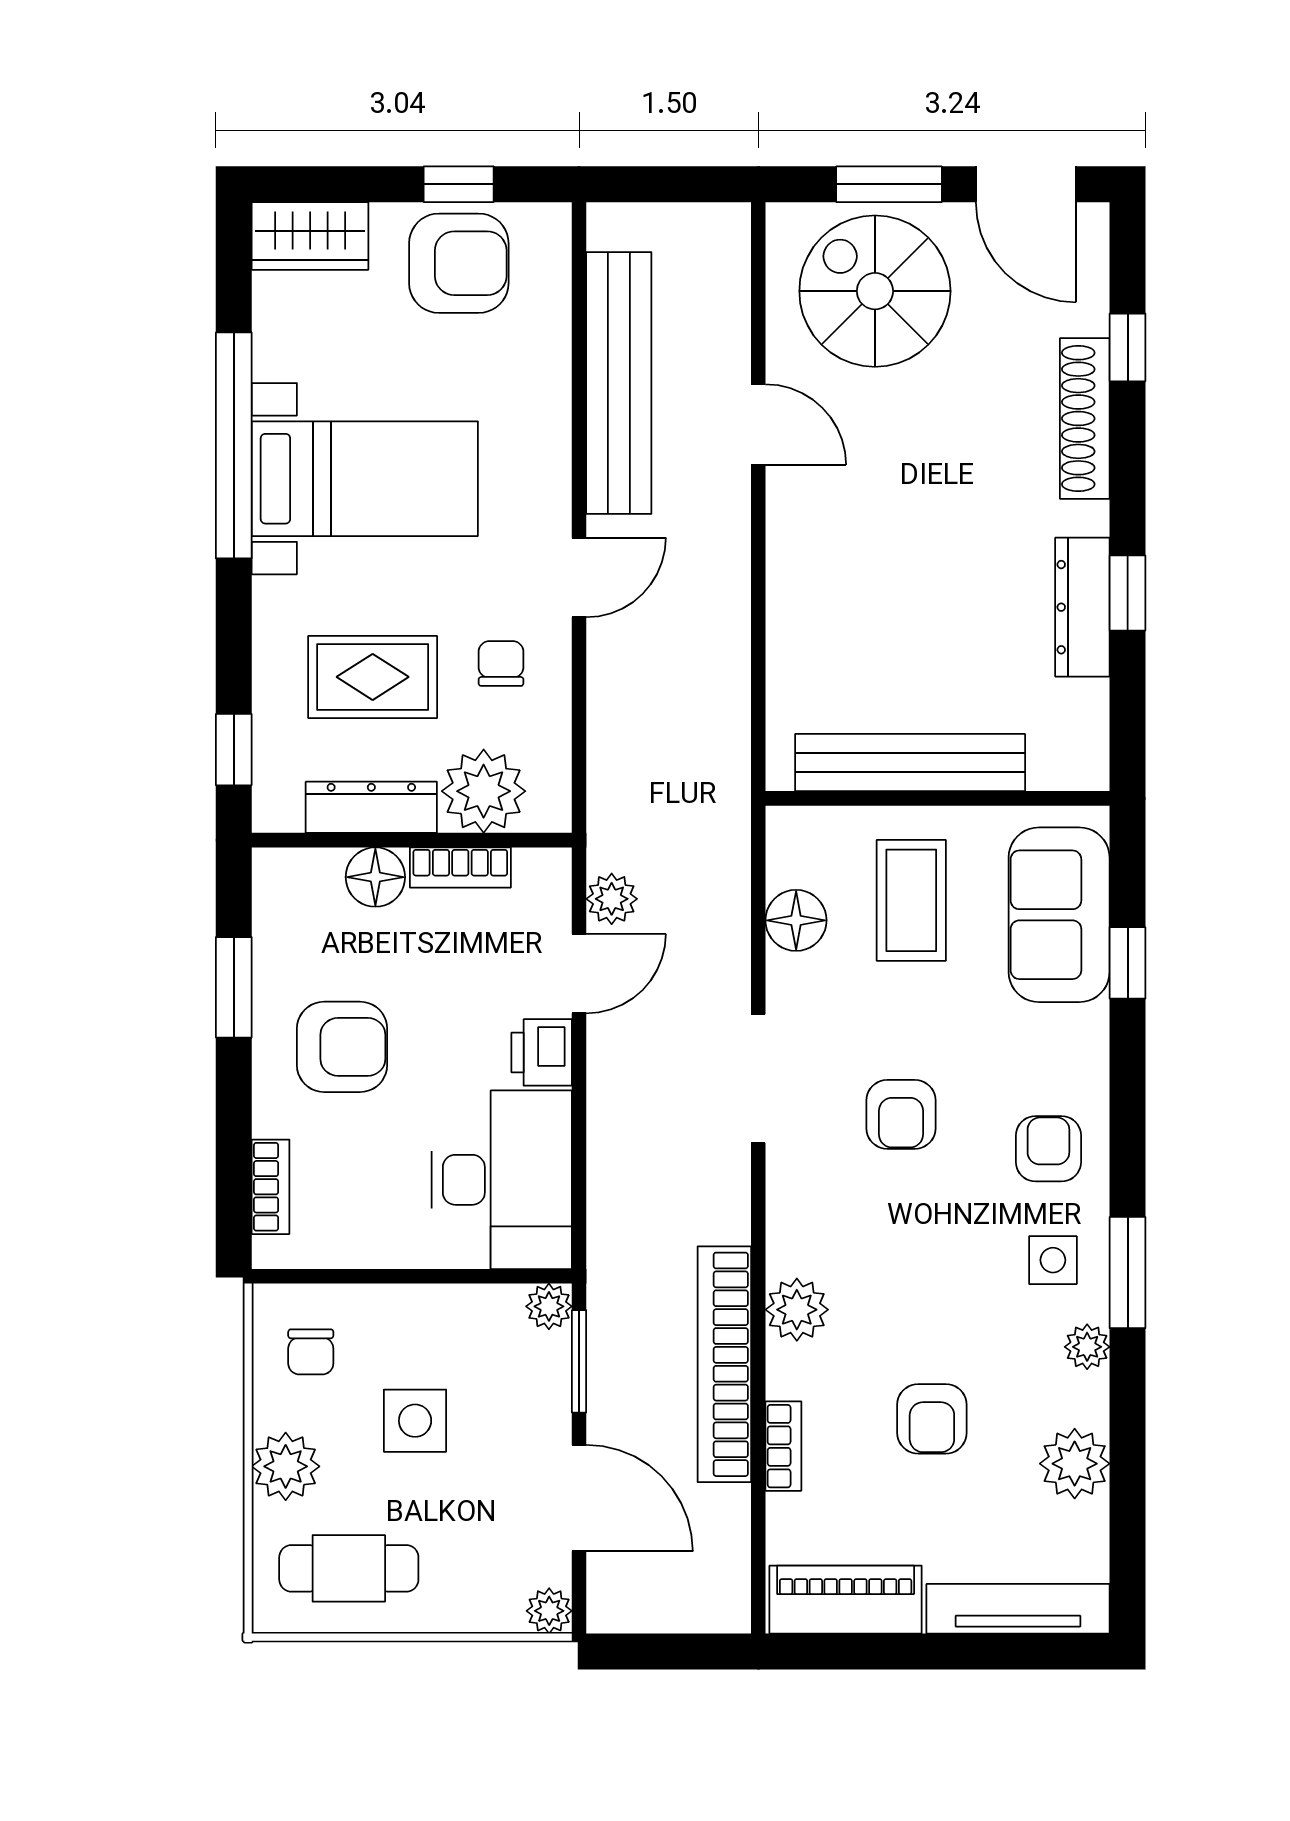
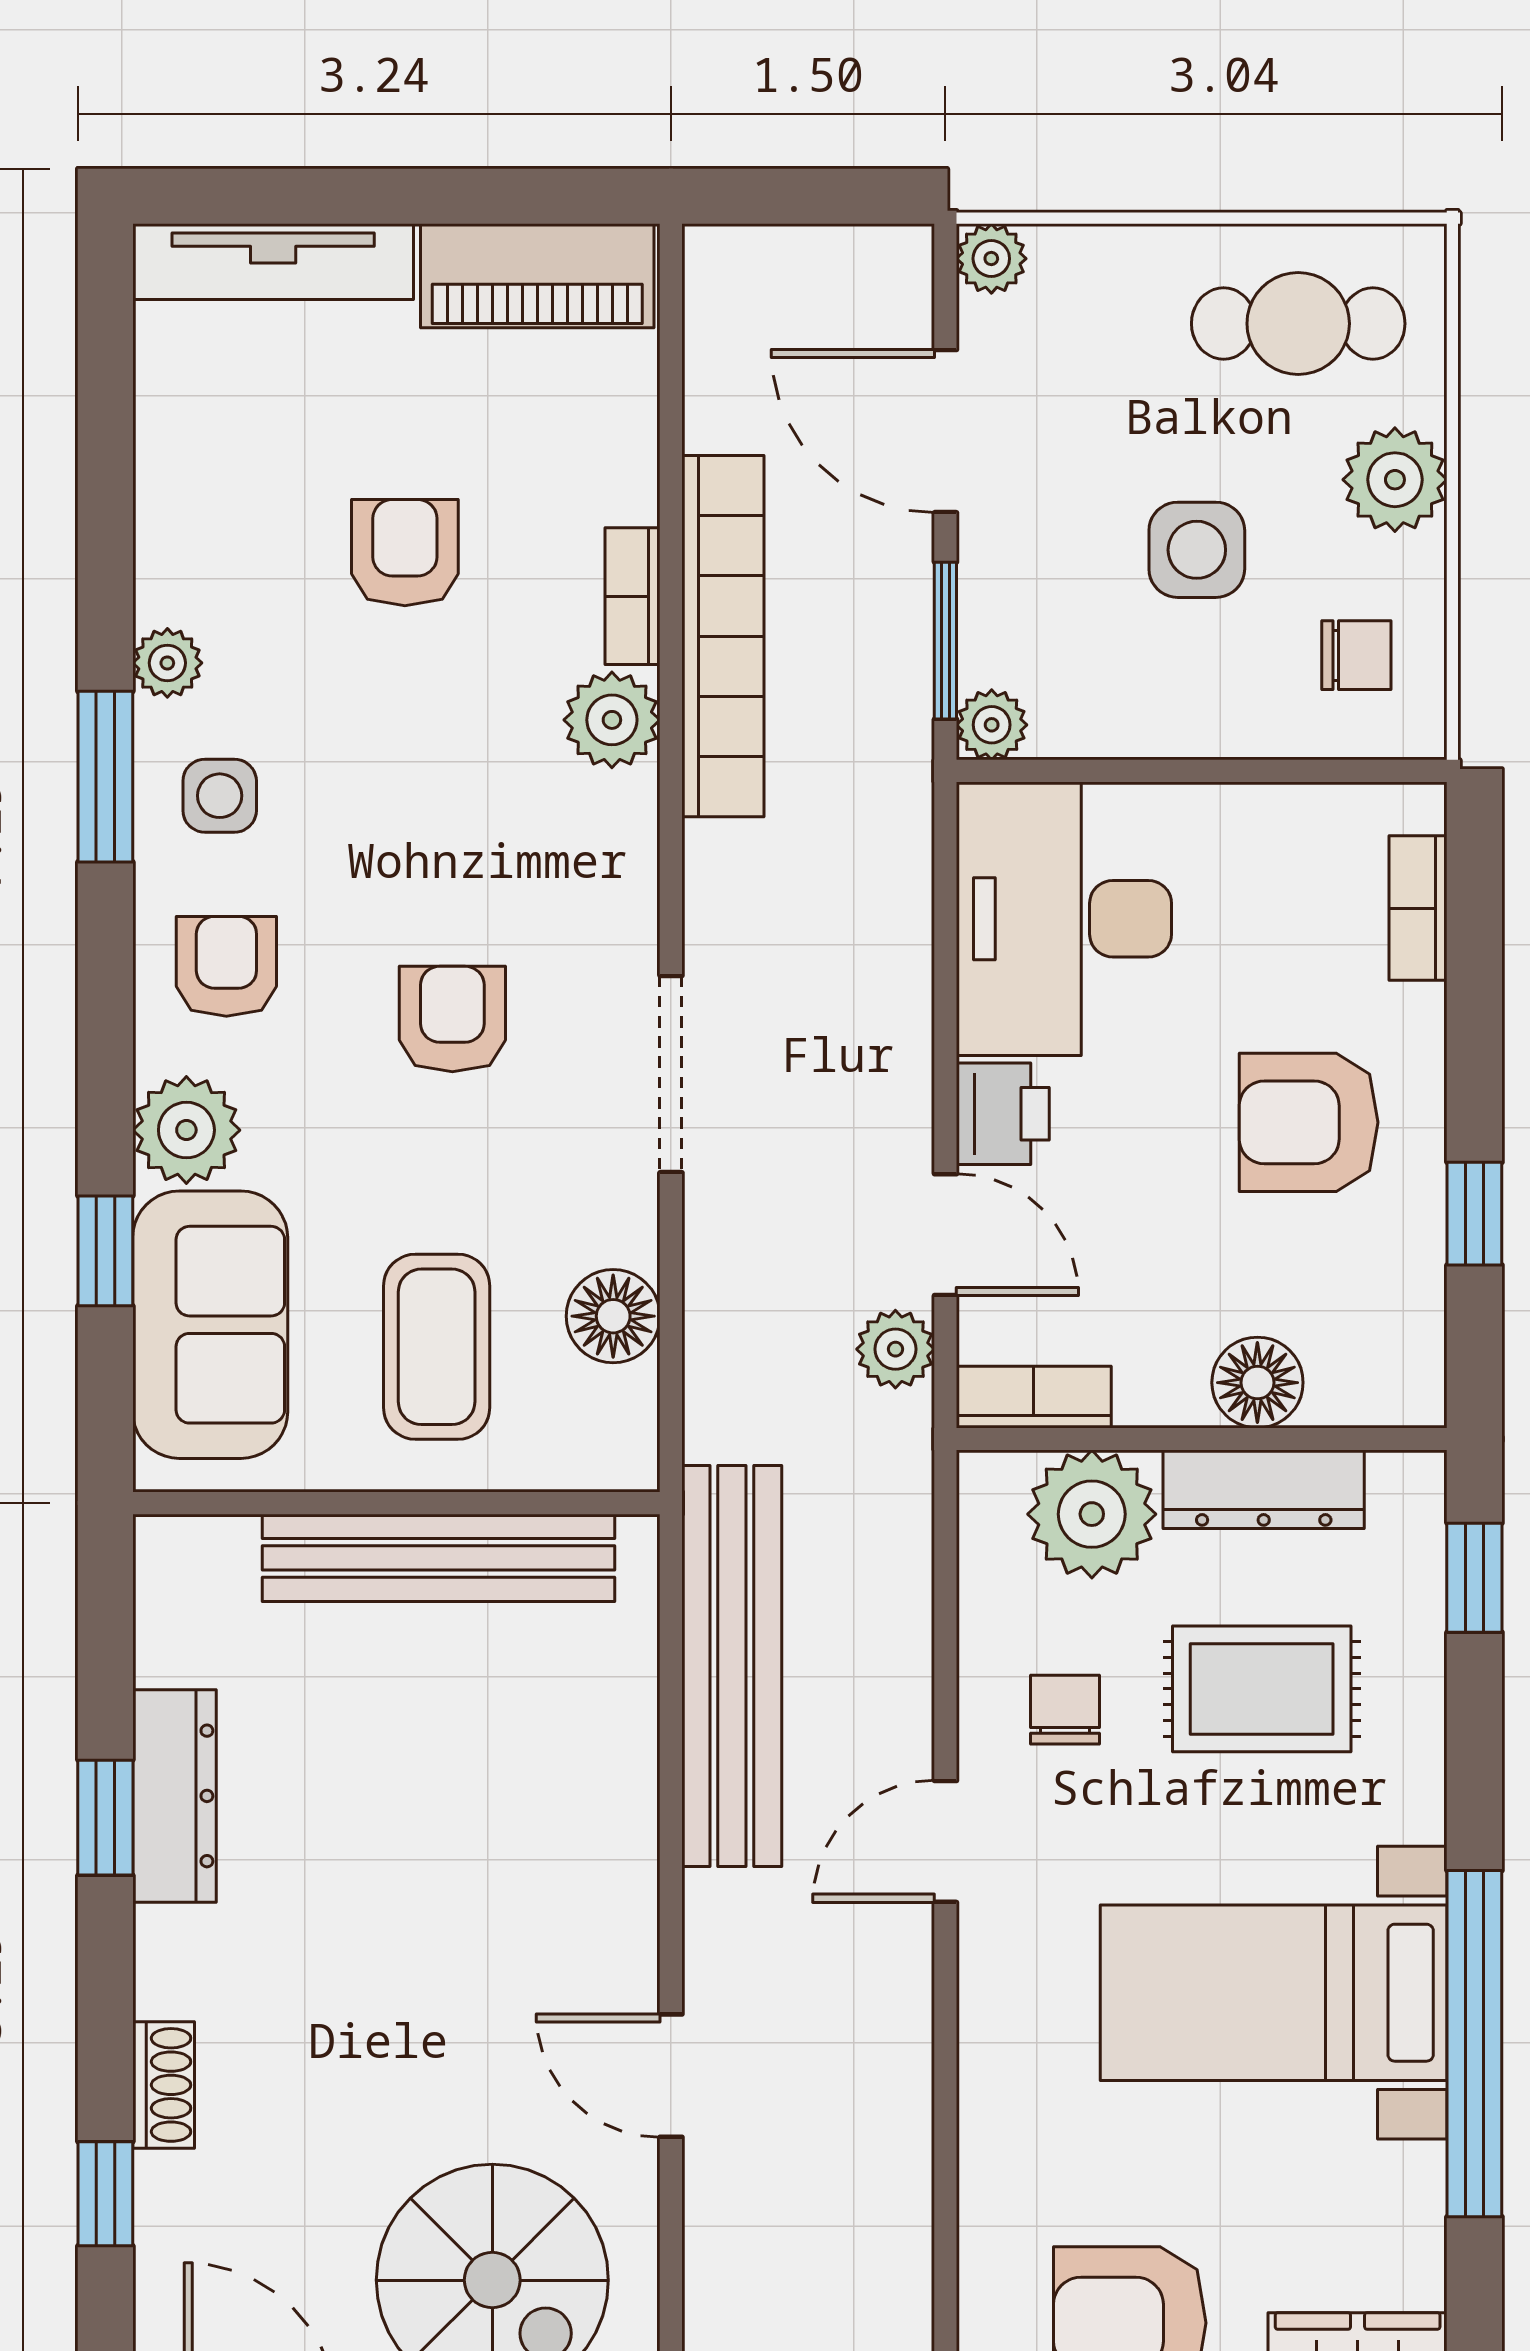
bench: (619, 383) -> (732, 1666), moved
shoe rack: (1085, 418) -> (164, 2085), width x0.51, depth x0.81
chair: (501, 663) -> (1065, 1710), turned 180
bookcase: (460, 868) -> (1034, 1397), moved
door: (579, 974) -> (945, 1235), swing flipped
window: (234, 987) -> (1474, 1214), width x0.67
armchair: (1048, 1149) -> (226, 966), turned 180
chair: (311, 1352) -> (1356, 655), turned 90
bookcase: (783, 1446) -> (633, 596), moved
plant: (1075, 1464) -> (186, 1130), moved

